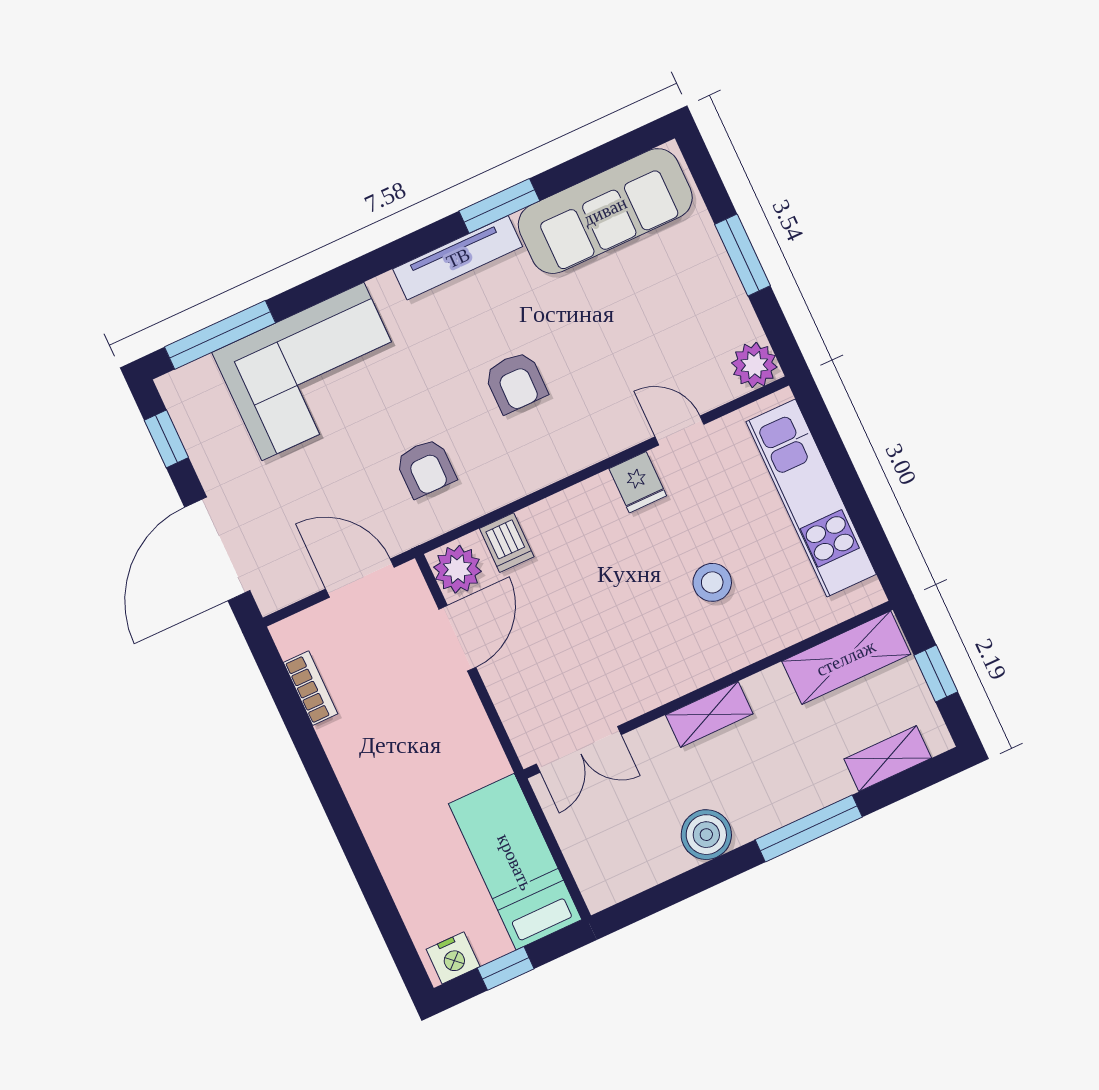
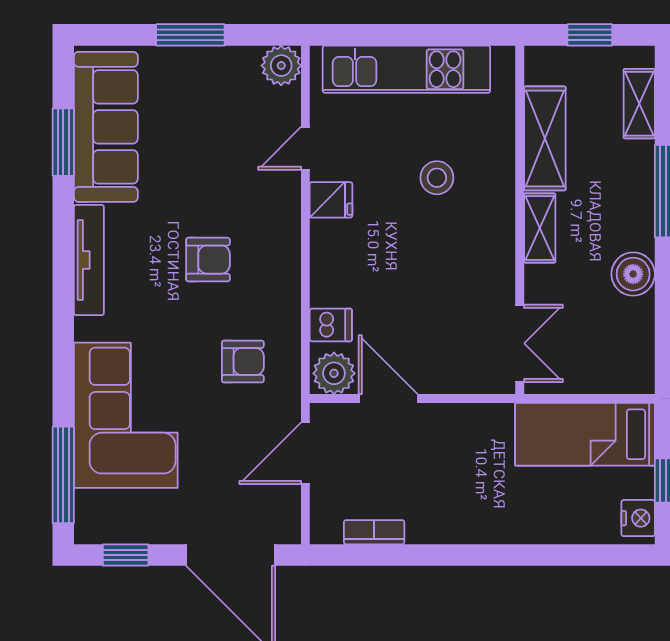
window: (499, 206) -> (63, 142), moved
shelving: (846, 658) -> (545, 138), moved

